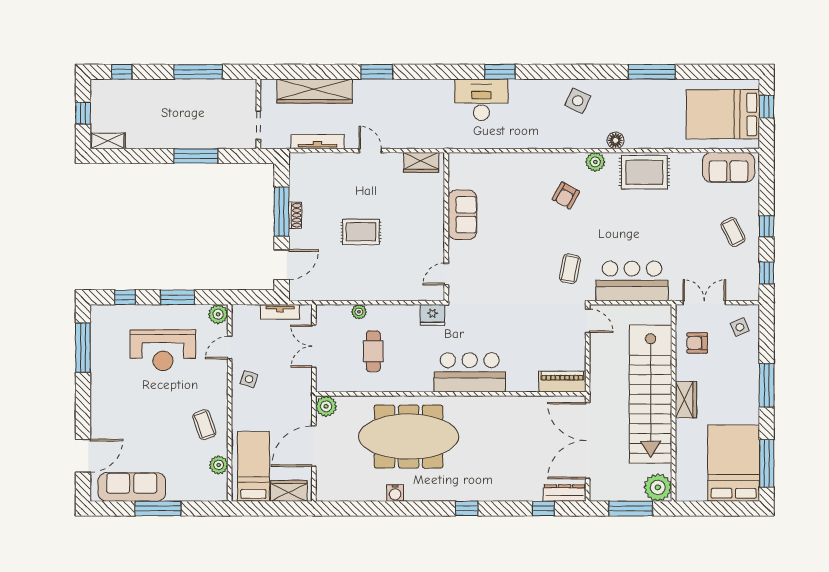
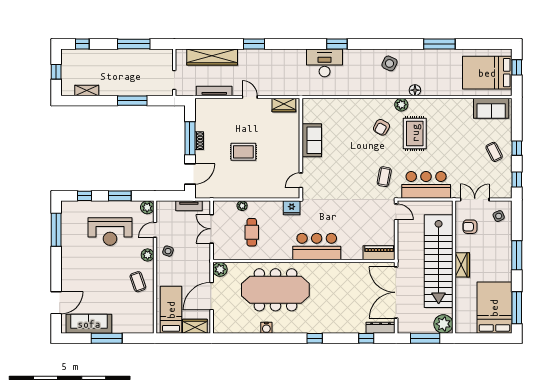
shelving: (108, 141) -> (87, 90), moved
rug: (644, 172) -> (415, 133), moved, turned 90
plant: (219, 465) -> (148, 255), moved

